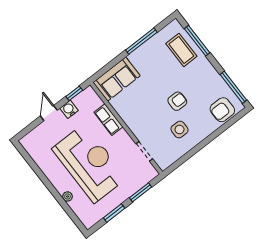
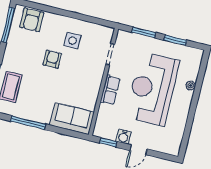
armchair: (177, 101) -> (52, 59), turned 90
armchair: (222, 110) -> (32, 20), turned 90
row of seats: (108, 120) -> (110, 90), moved

